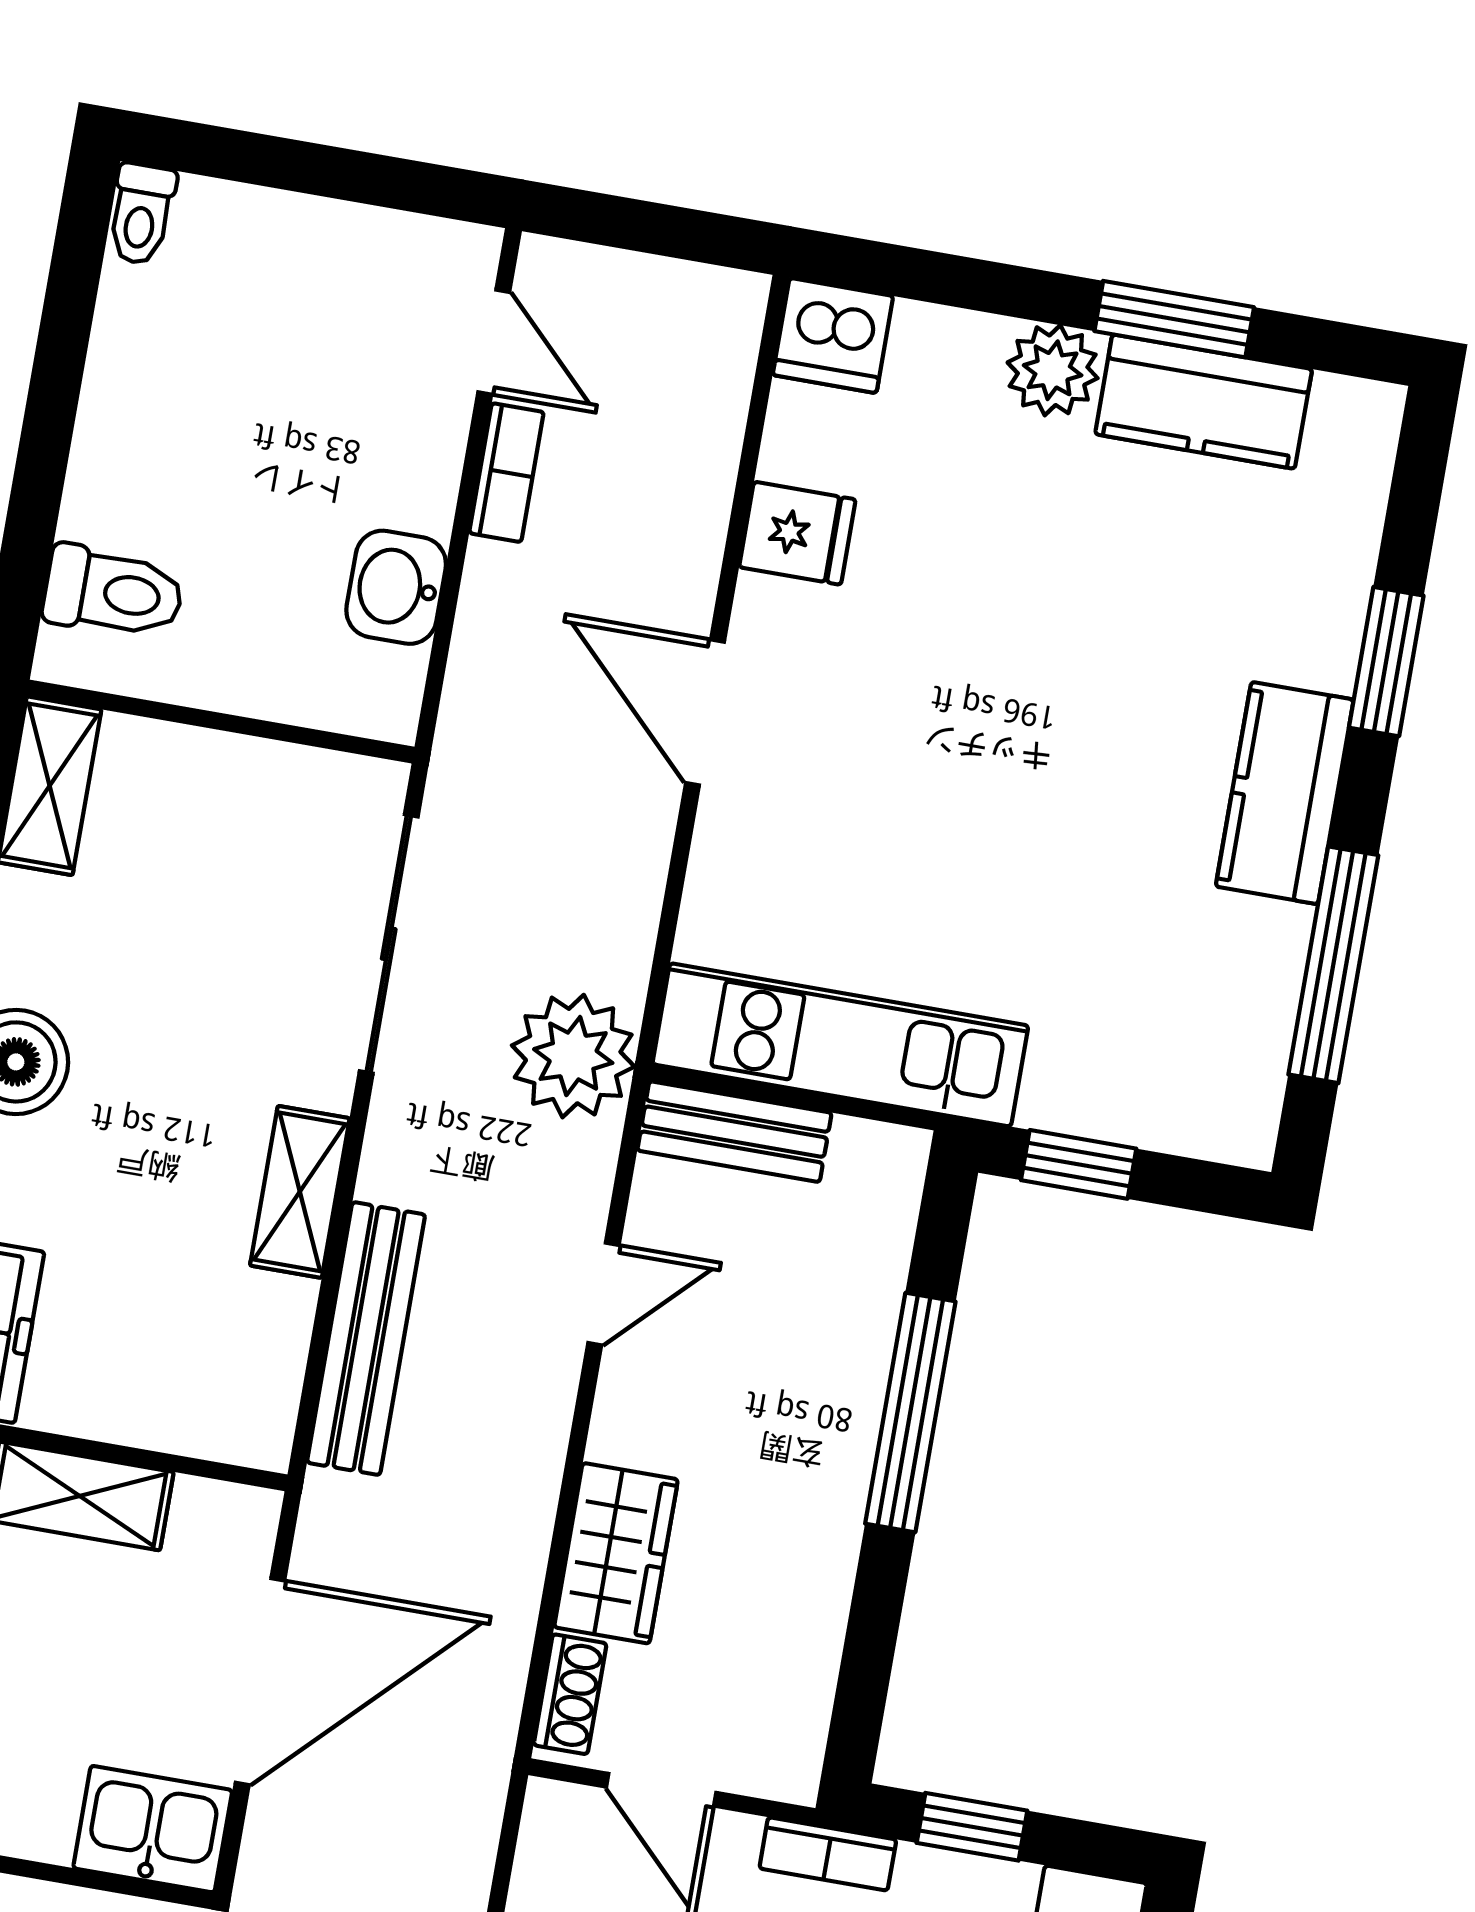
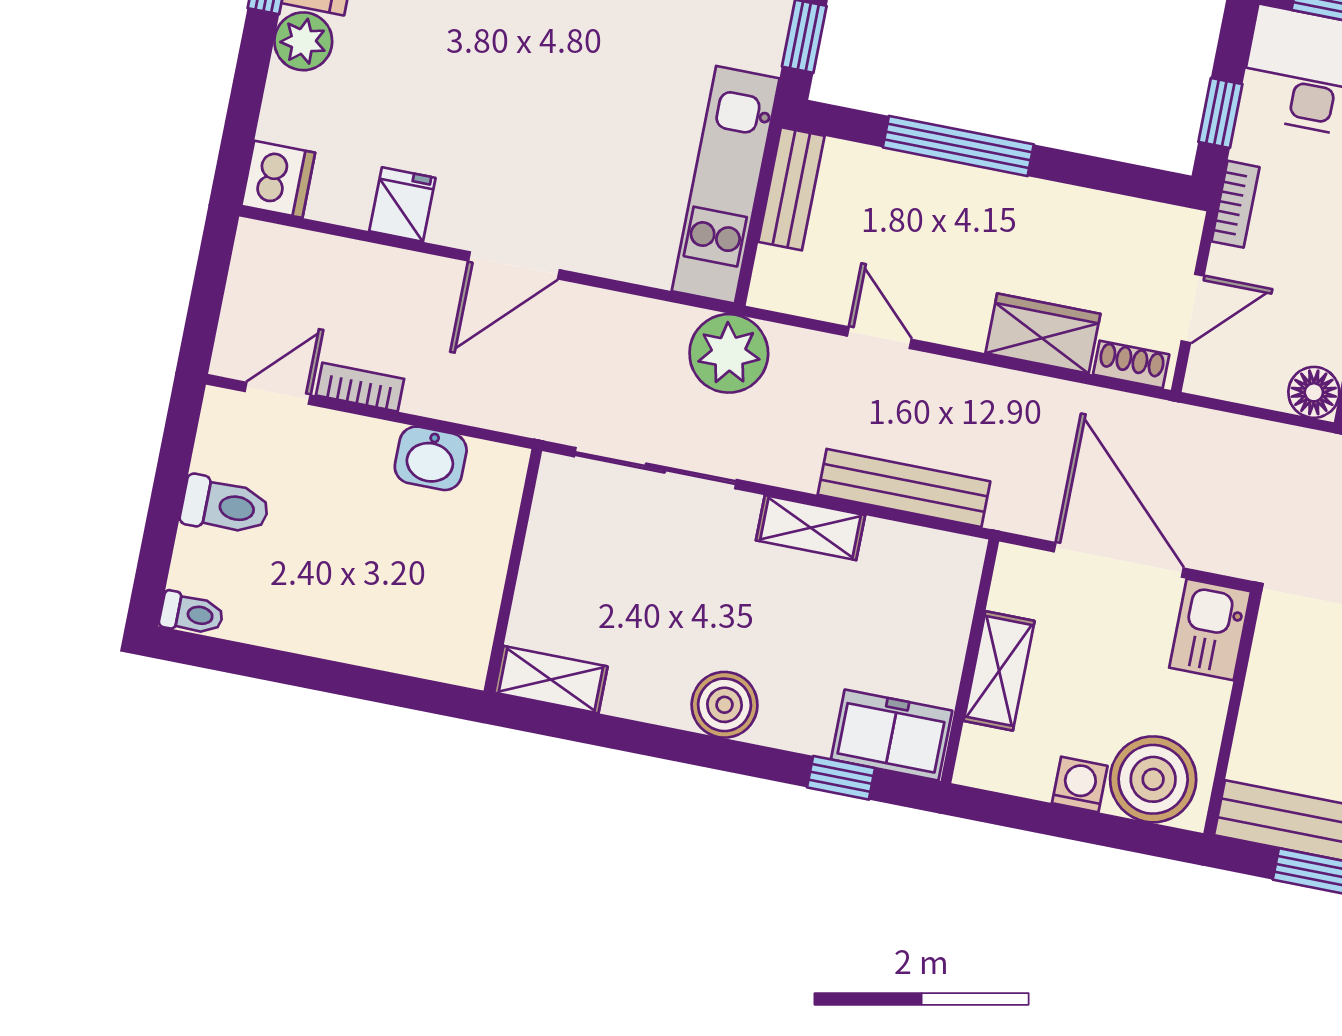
toilet: (113, 592) -> (225, 506), moved, turned 90
bench: (734, 1132) -> (791, 189), moved

